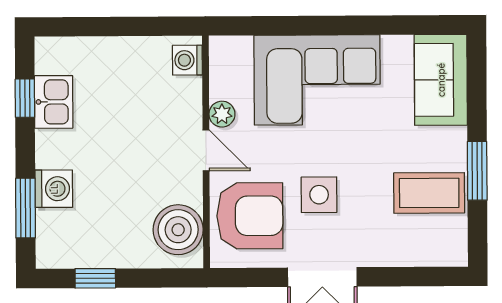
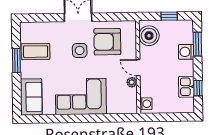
washing machine: (187, 60) -> (146, 104), moved
plant: (222, 114) -> (132, 82), moved
door: (206, 150) -> (138, 68), moved
wall: (206, 152) -> (138, 67), moved
boiler: (178, 230) -> (149, 36), moved

